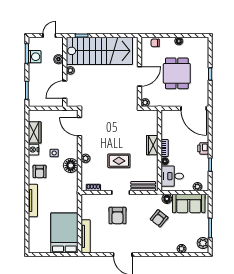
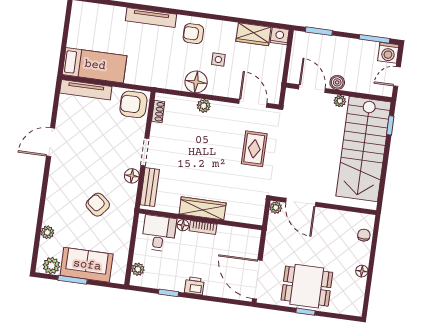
door: (49, 36) -> (397, 76), swing flipped
washing machine: (35, 57) -> (388, 53), moved
boiler: (58, 59) -> (337, 82), moved
dining table: (177, 73) -> (307, 286), moved
door: (140, 76) -> (301, 202), moved
door: (194, 108) -> (257, 280), hinge flipped
door: (80, 127) -> (253, 103), hinge flipped
wardrobe: (152, 145) -> (203, 208), width x1.50
nightstand: (34, 150) -> (280, 36), moved
rug: (119, 161) -> (254, 149), moved
floor lamp: (167, 199) -> (132, 176), moved
sofa: (189, 203) -> (87, 265), moved, turned 90
armchair: (117, 216) -> (133, 104), moved
bed: (64, 233) -> (95, 65), width x0.67

